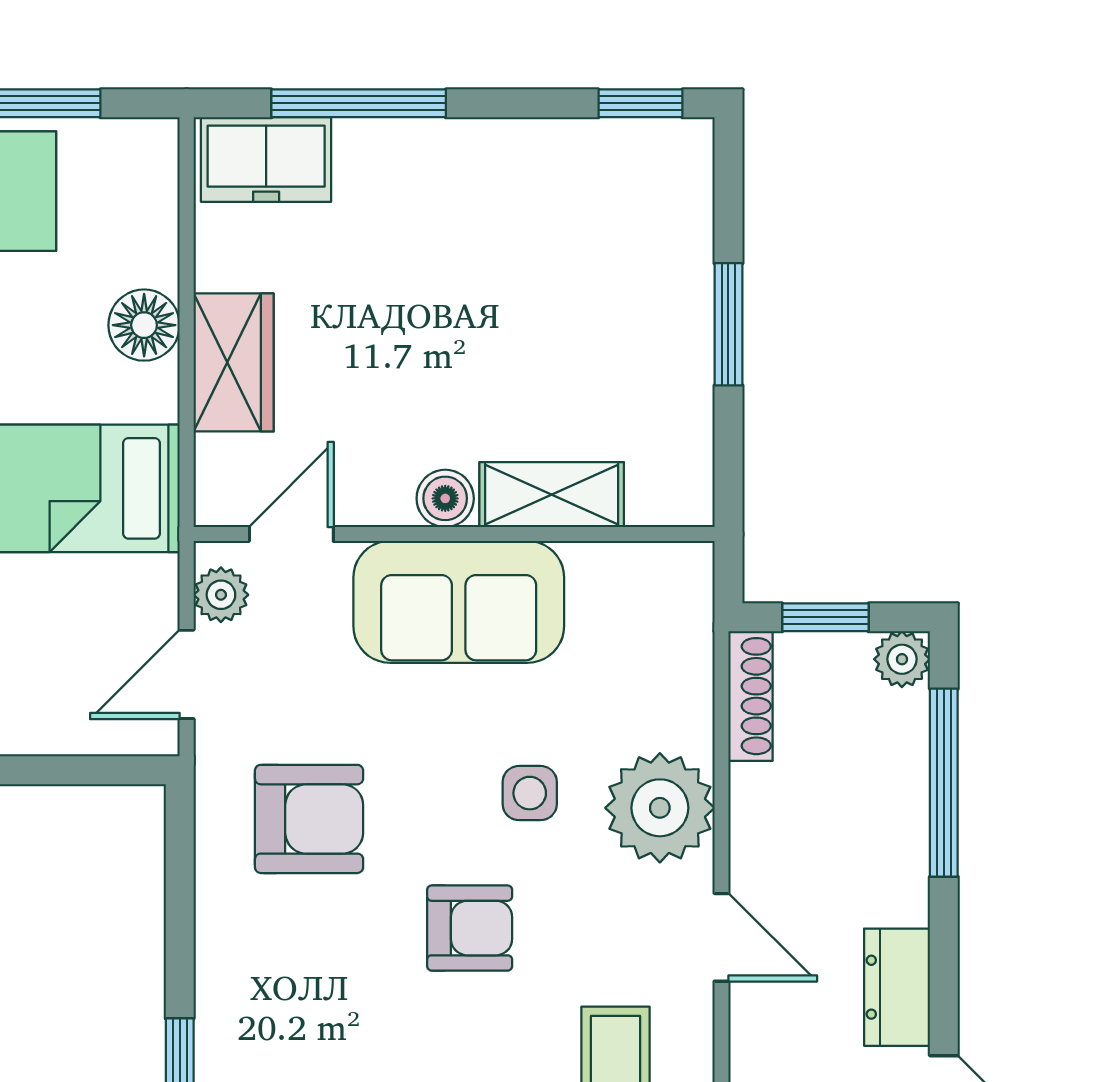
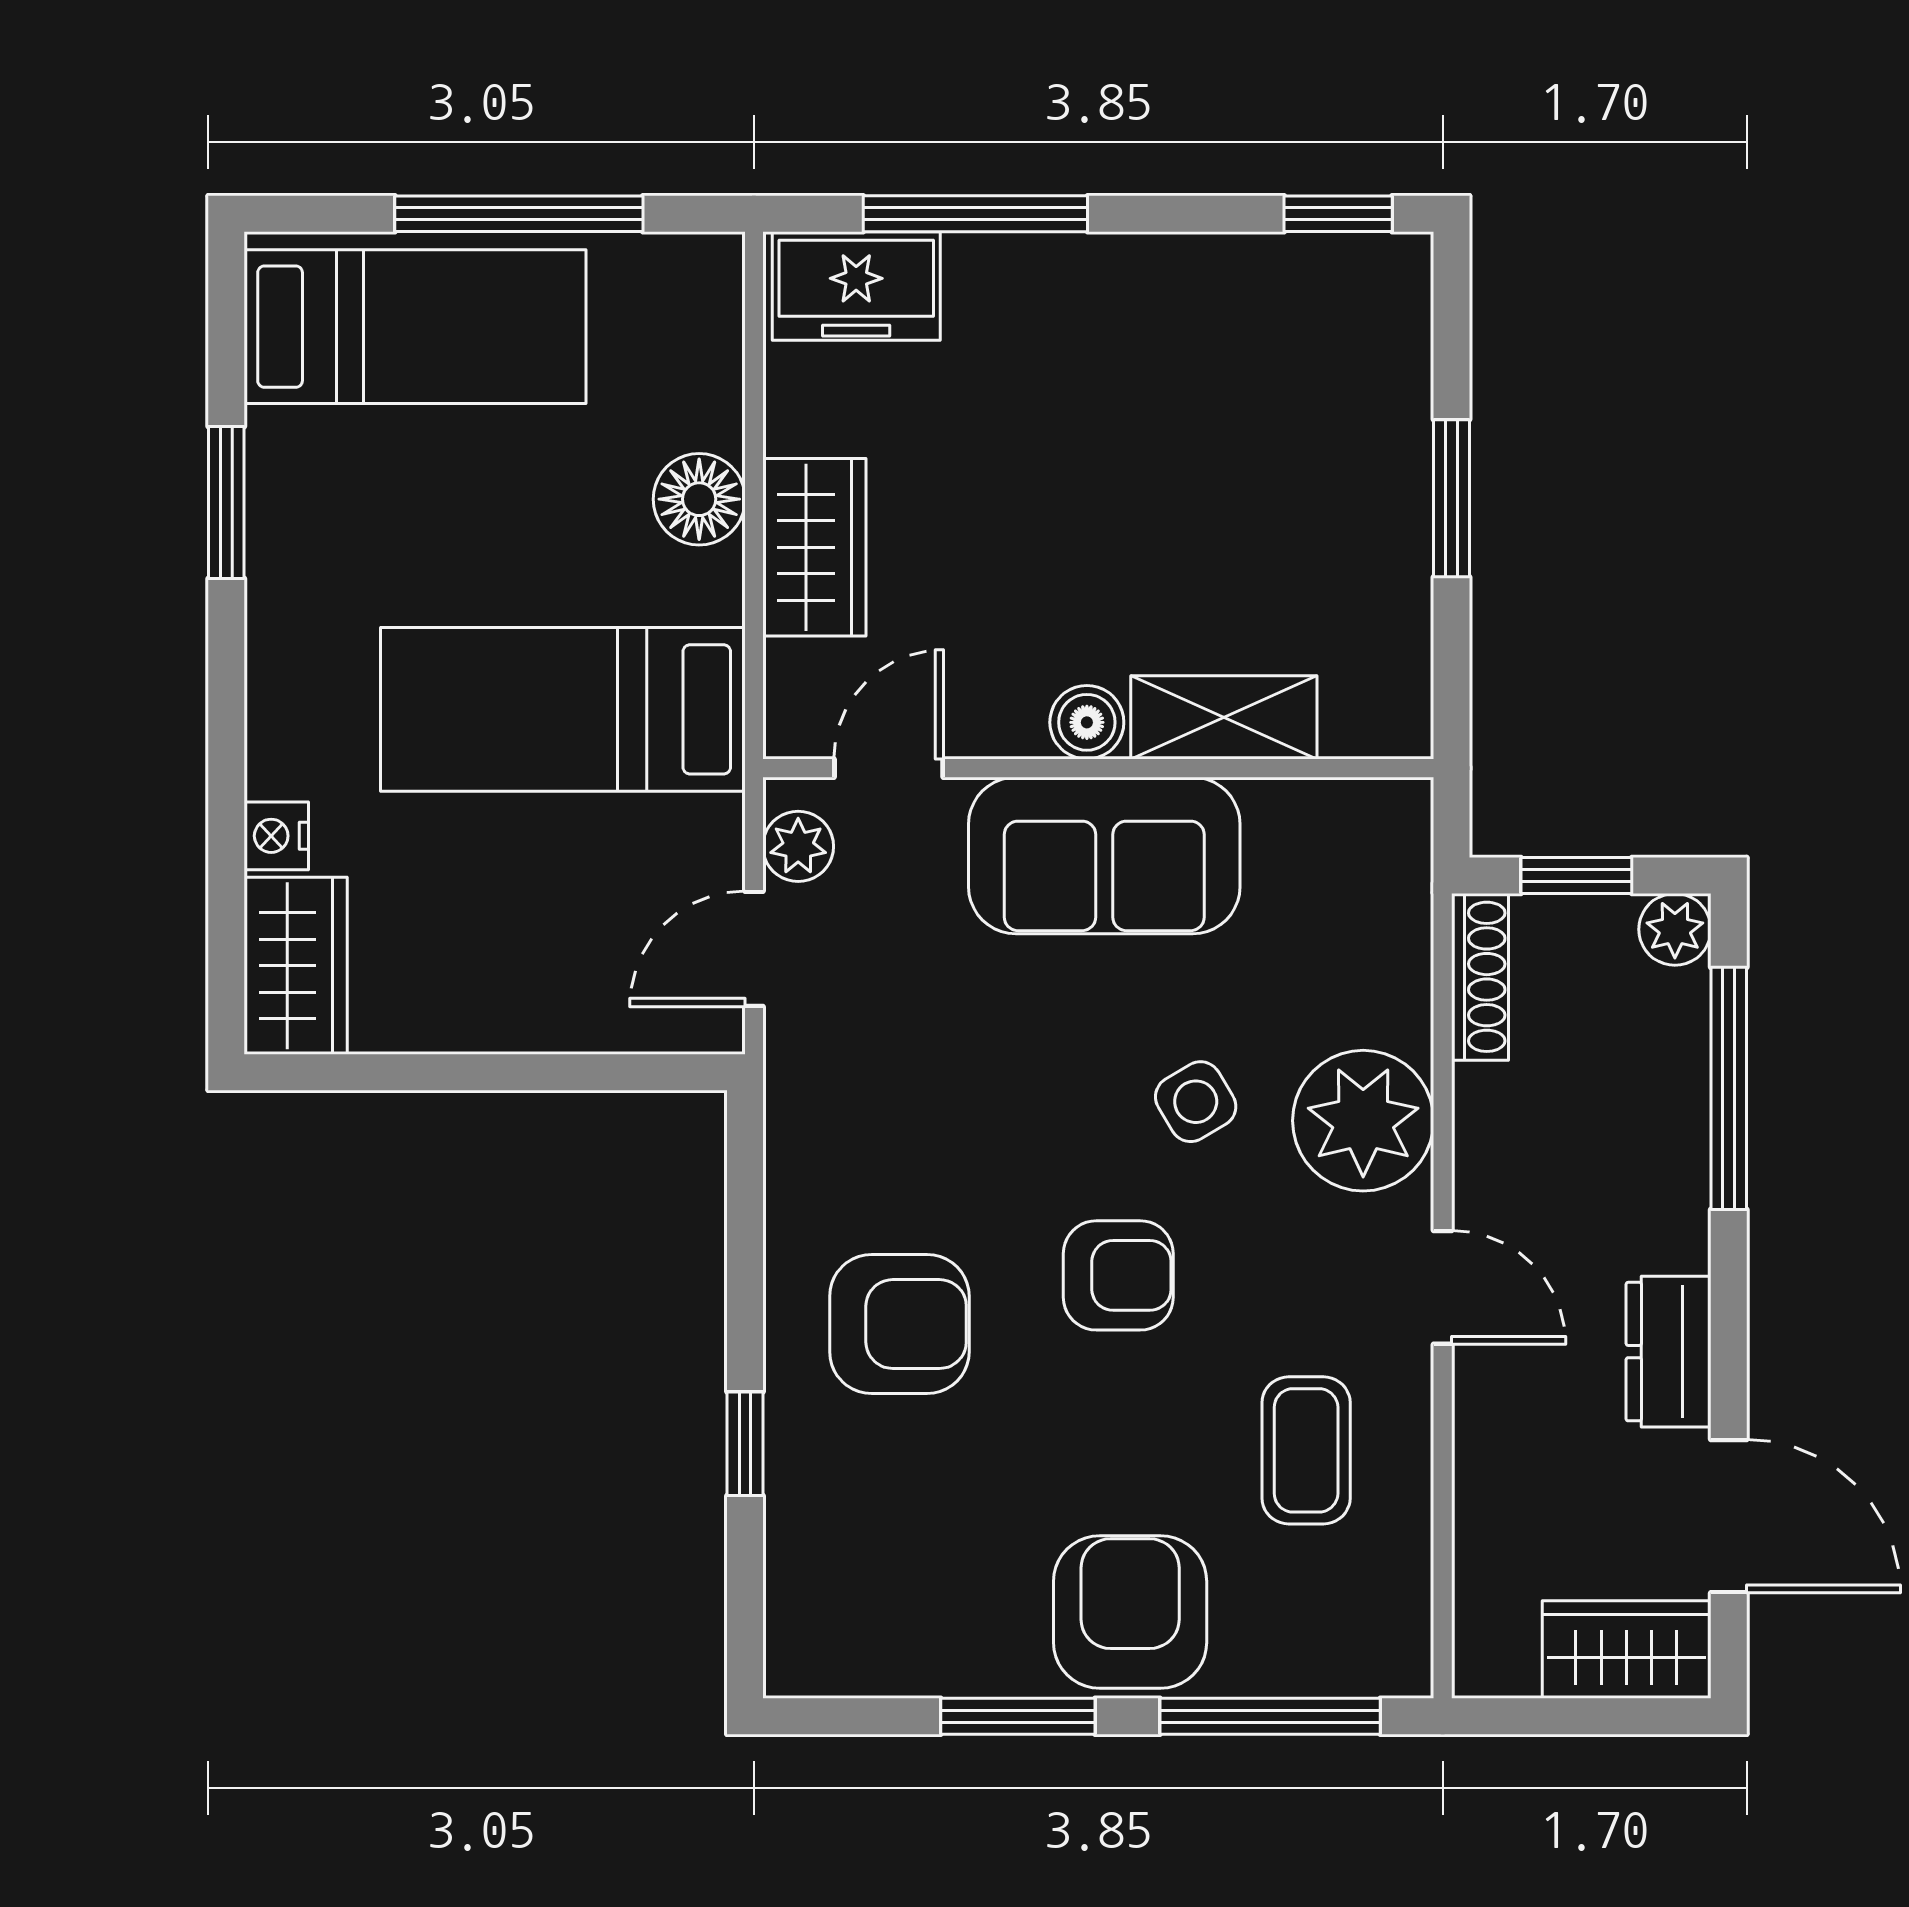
side table: (530, 793) -> (1196, 1102), turned -31
armchair: (309, 819) -> (899, 1324), moved

